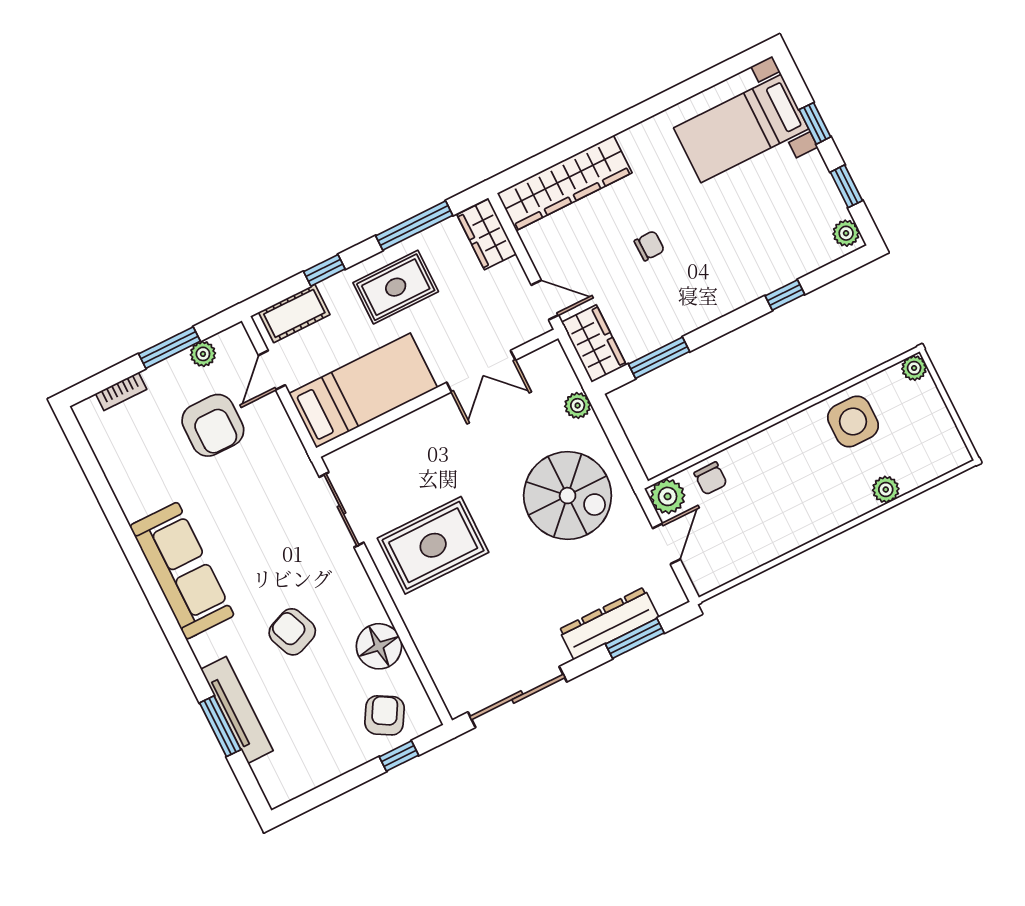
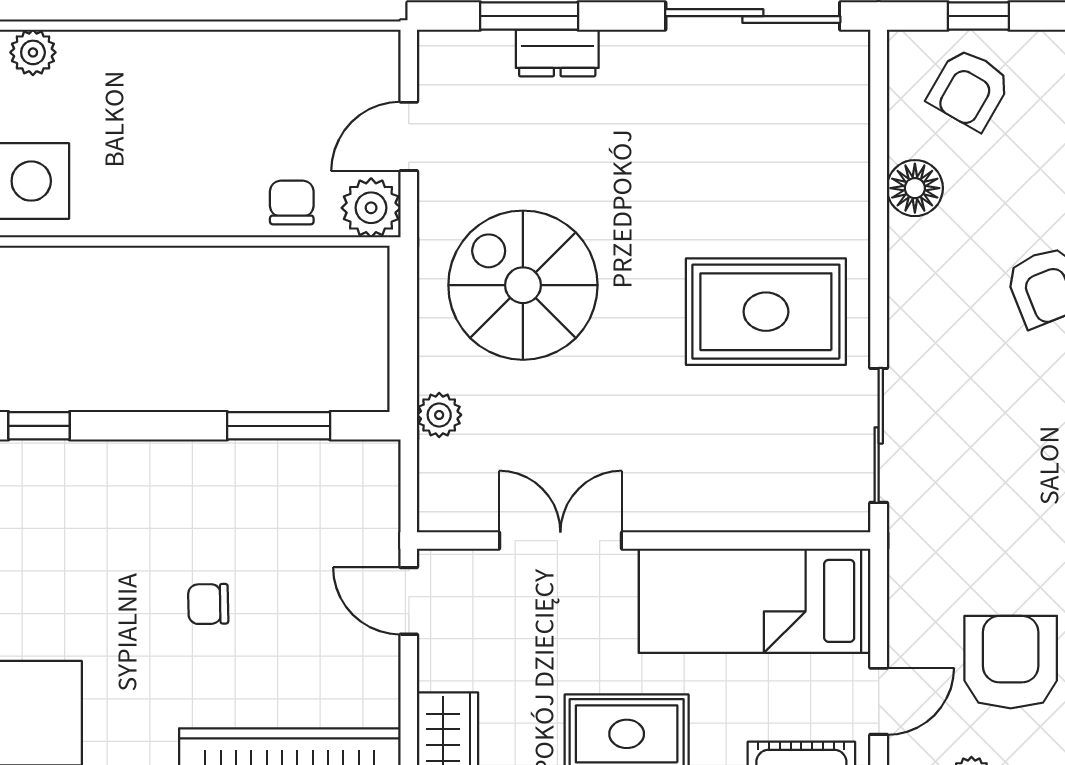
wardrobe: (594, 344) -> (367, 497), removed
dresser: (609, 623) -> (557, 53), width x0.51, depth x0.80
floor lamp: (379, 646) -> (915, 188), width x0.73, depth x0.73

